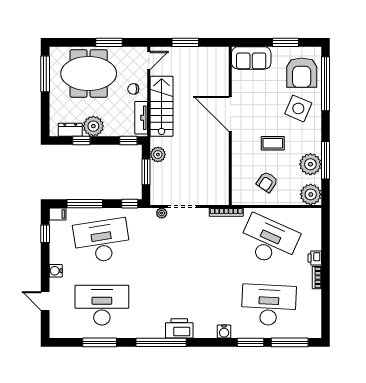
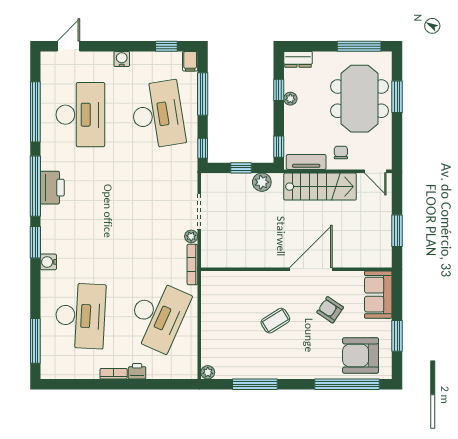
window: (109, 42) -> (397, 97), moved
window: (185, 42) -> (397, 231), moved
side table: (298, 108) -> (317, 351), removed
plant: (93, 126) -> (290, 99), width x0.53, depth x0.53
dresser: (70, 130) -> (298, 59), moved, turned 90
coffee table: (273, 143) -> (275, 321), turned 58
plant: (310, 164) -> (250, 366), removed
window: (146, 172) -> (241, 168), width x0.67
armchair: (267, 182) -> (330, 310), moved
plant: (311, 194) -> (208, 372), width x0.53, depth x0.53
plant: (162, 213) -> (191, 236), moved
door: (45, 301) -> (69, 46), moved
printer: (179, 328) -> (52, 188), moved
window: (100, 342) -> (35, 112), width x1.46
window: (251, 342) -> (35, 242), moved

